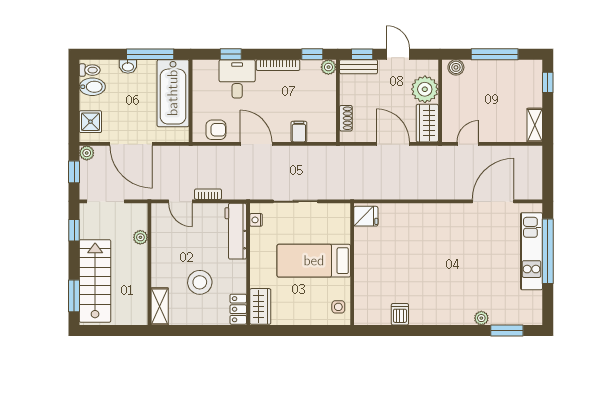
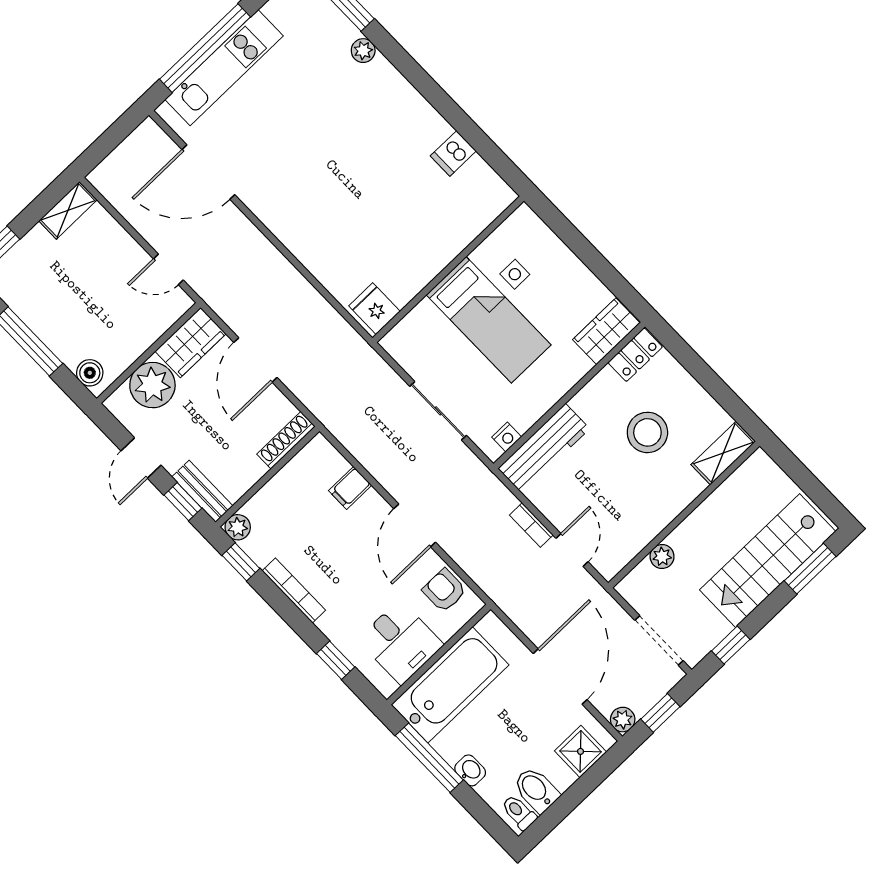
desk: (237, 79) -> (400, 642), moved, turned -90
shoe rack: (346, 118) -> (286, 440), width x1.43
side table: (338, 307) -> (515, 274), moved

